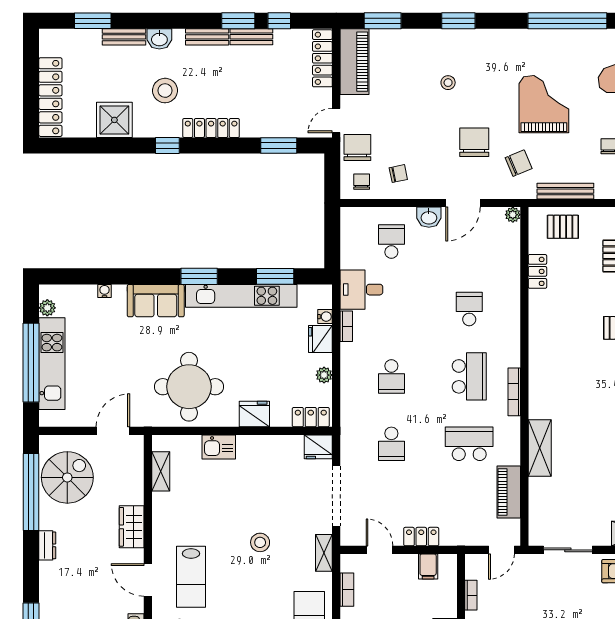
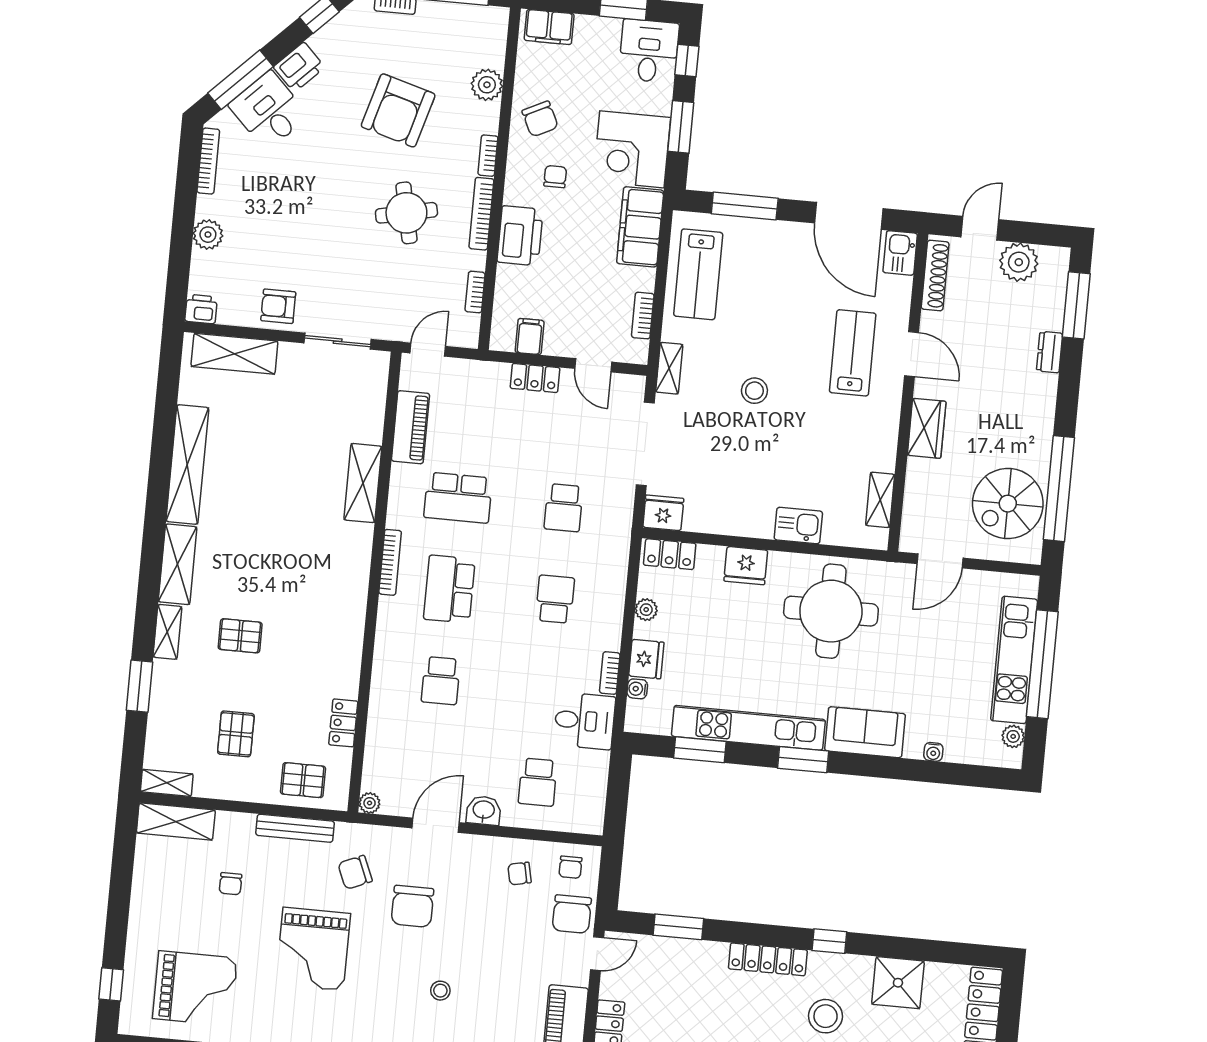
school desk: (391, 444) -> (564, 508), turned 180
dresser: (47, 545) -> (1050, 352), moved

